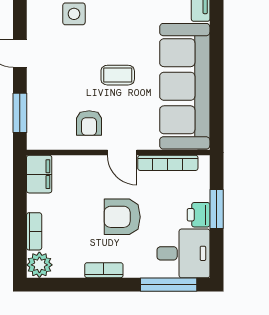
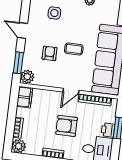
armchair: (89, 123) -> (50, 53), moved, turned 180
plant: (39, 136) -> (27, 77), added
door: (122, 153) -> (71, 91), hinge flipped

